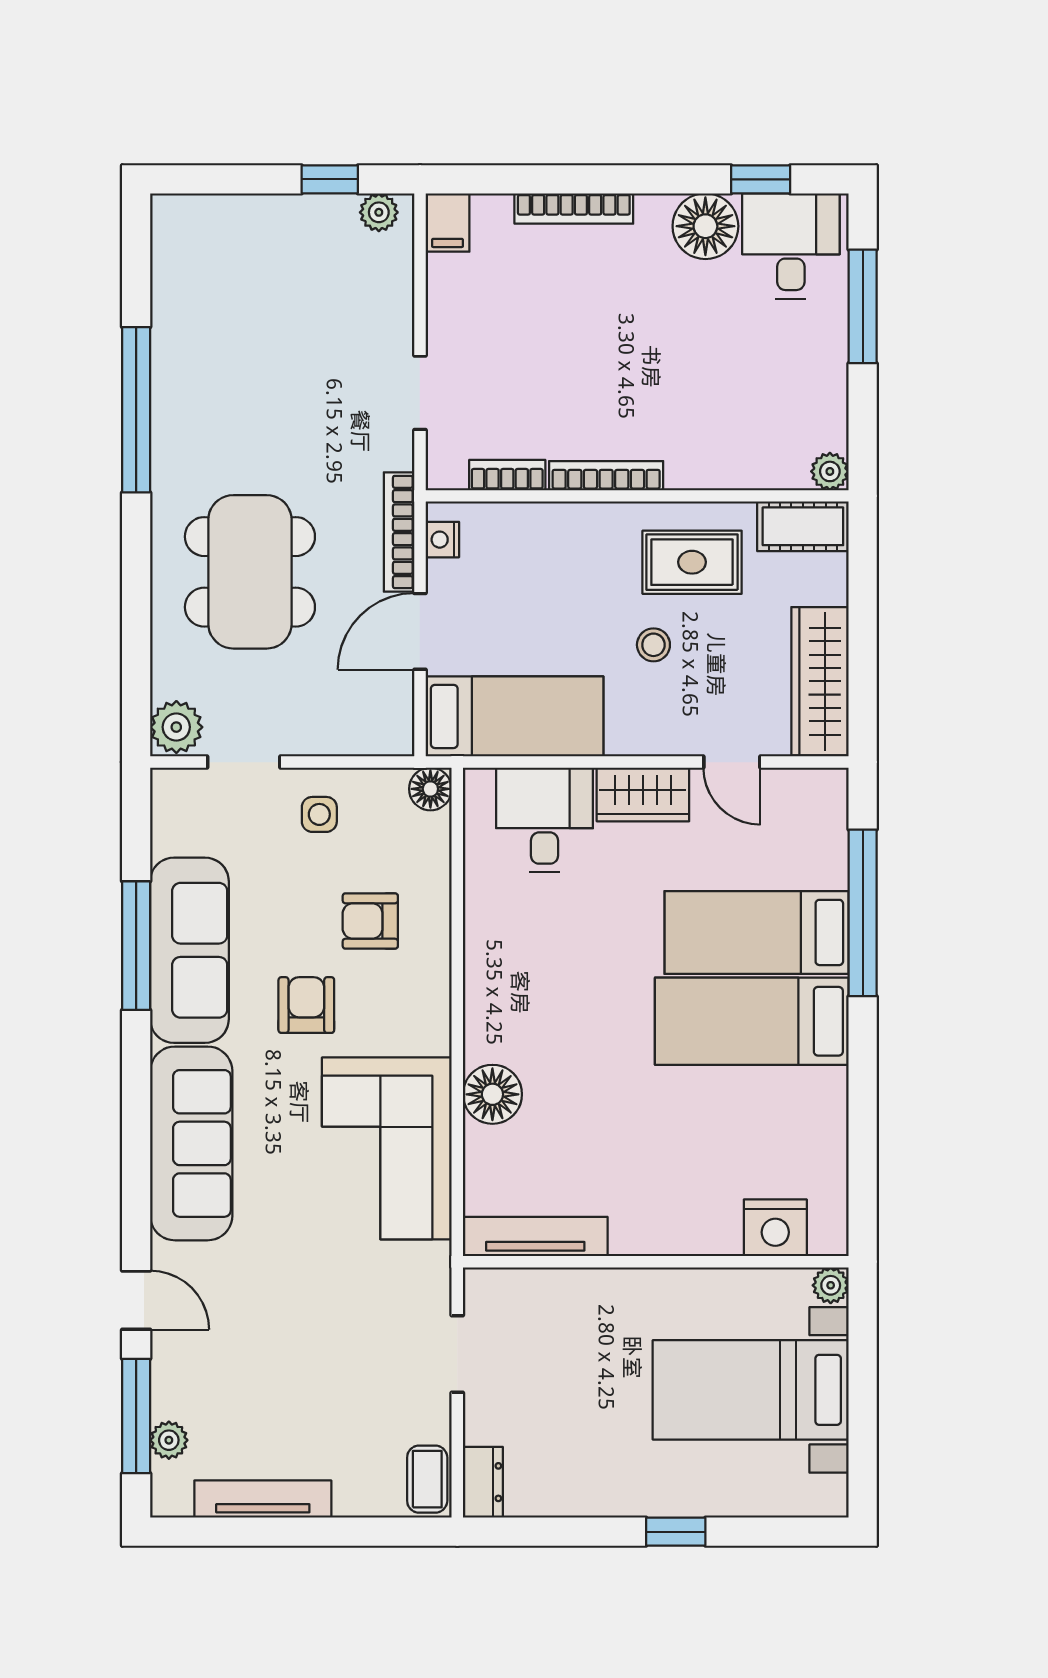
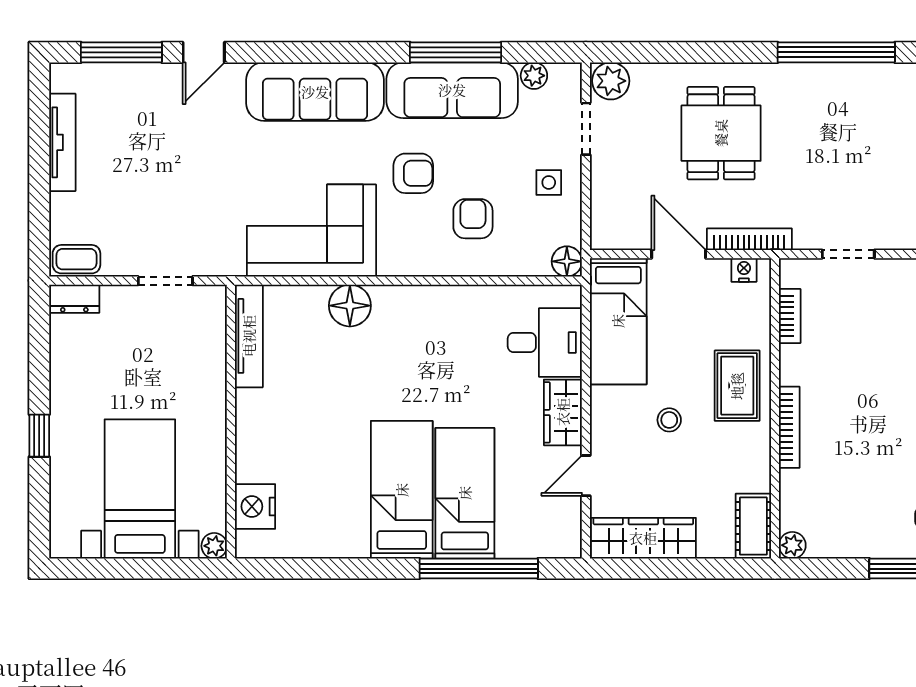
bookcase: (606, 476) -> (789, 427), moved
rug: (692, 562) -> (737, 386), moved
dining table: (250, 572) -> (721, 133), width x0.73
plant: (169, 1440) -> (534, 76), moved

